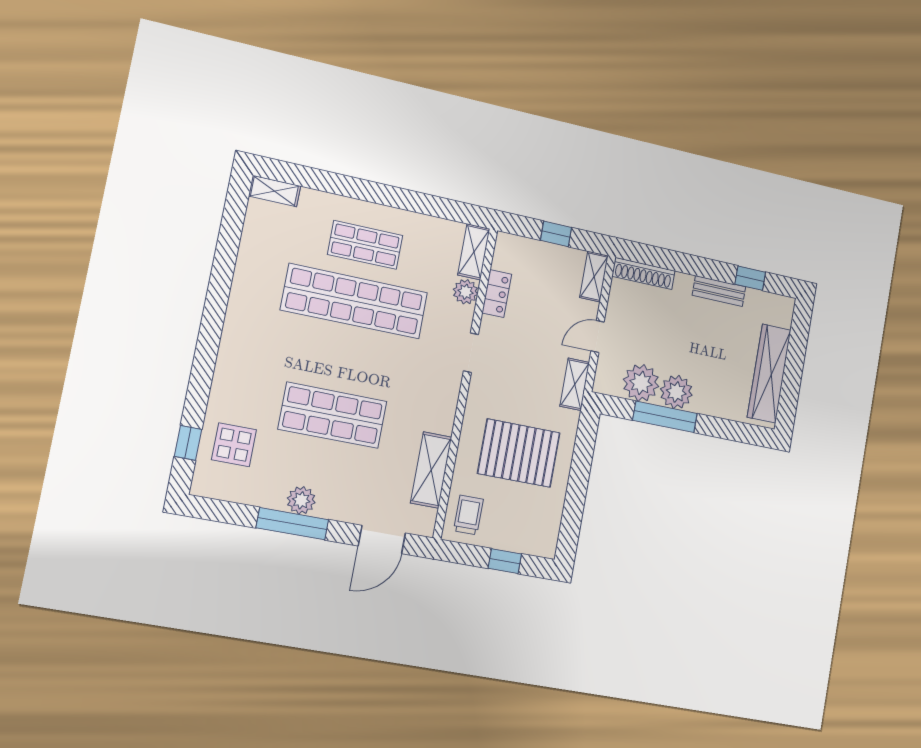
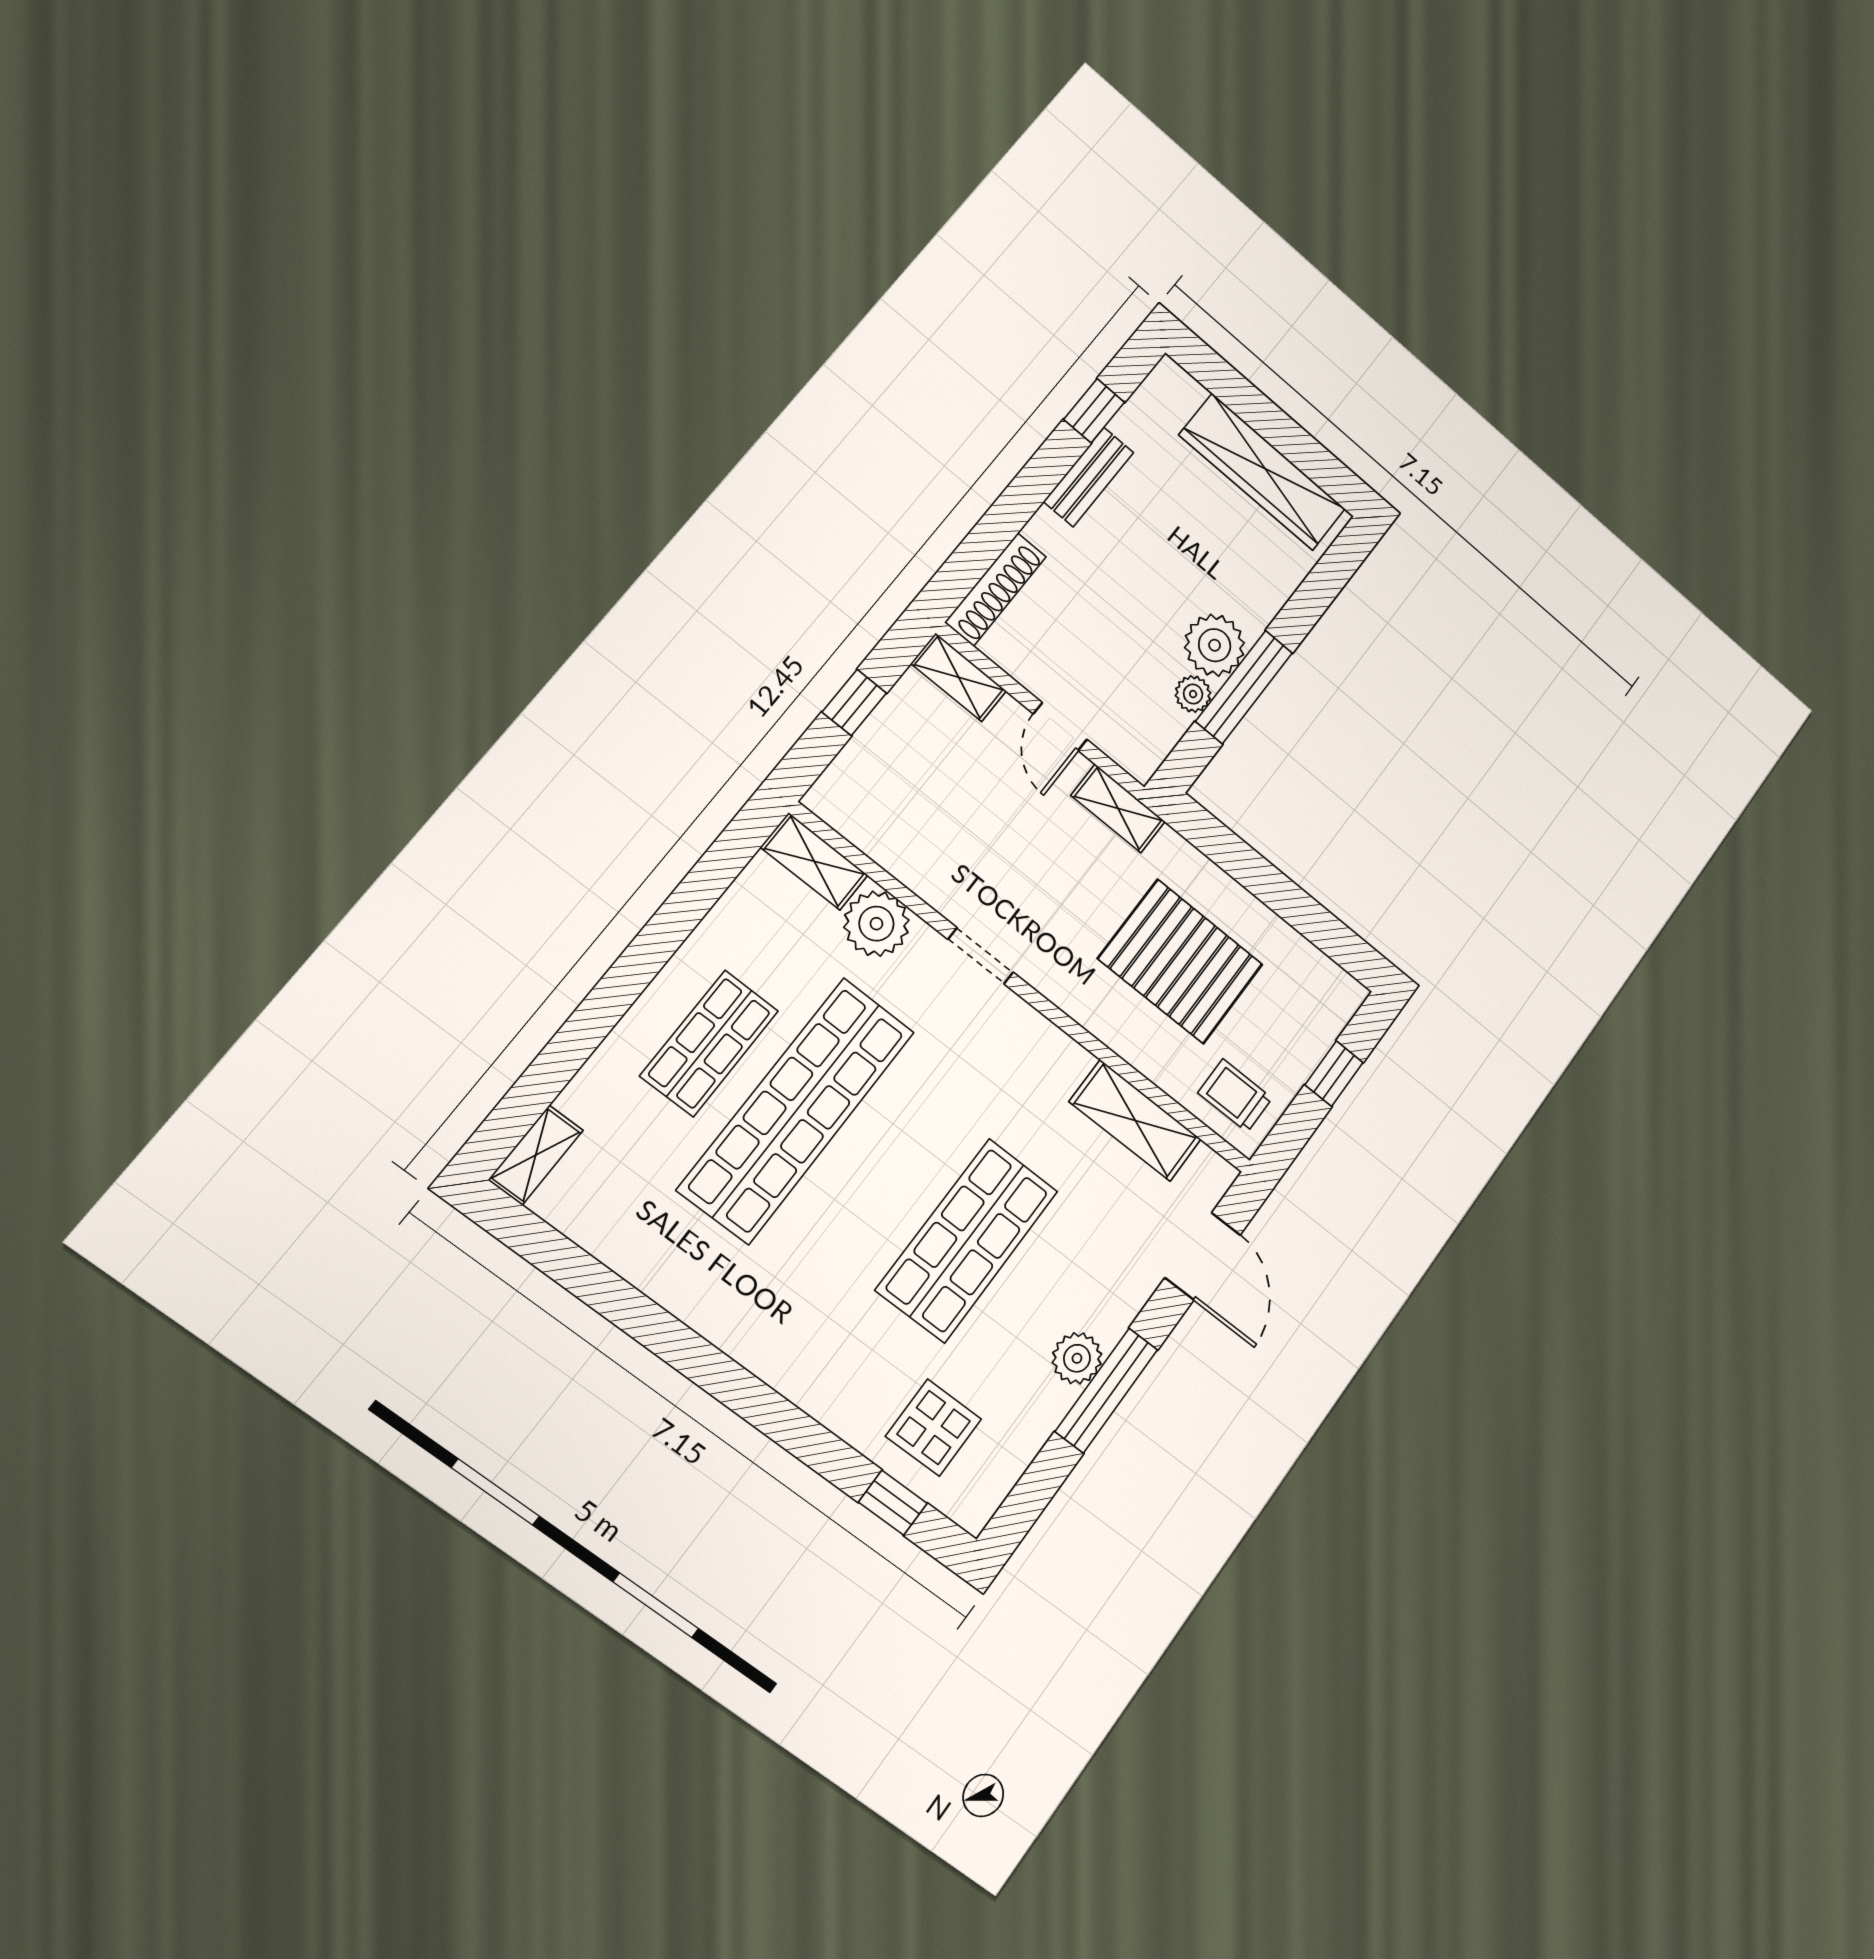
plant: (466, 292) -> (876, 924), width x1.36, depth x1.36
locker: (497, 294) -> (904, 860), removed
plant: (641, 383) -> (1193, 694), width x0.53, depth x0.53
pallet: (519, 453) -> (1181, 961), turned 90

